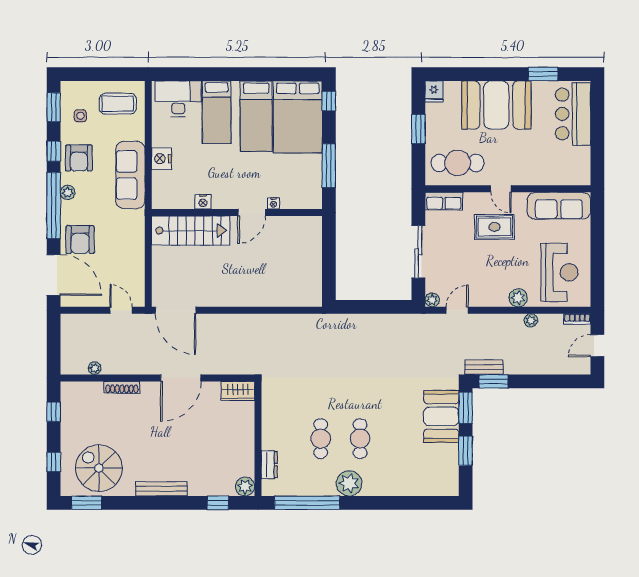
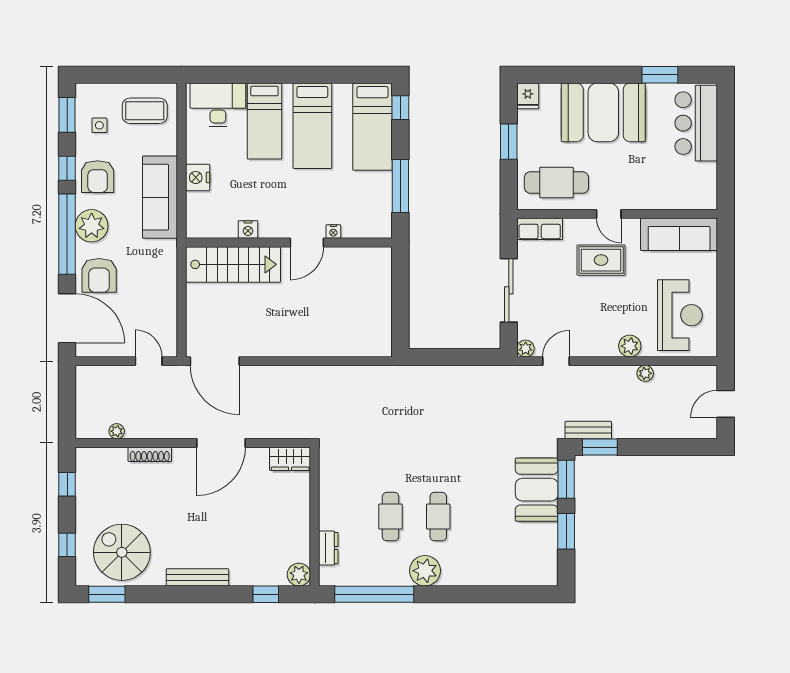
bed: (298, 117) -> (373, 127), width x0.67
plant: (68, 192) -> (92, 226), width x1.88, depth x1.88
bookcase: (577, 319) -> (701, 372), removed

